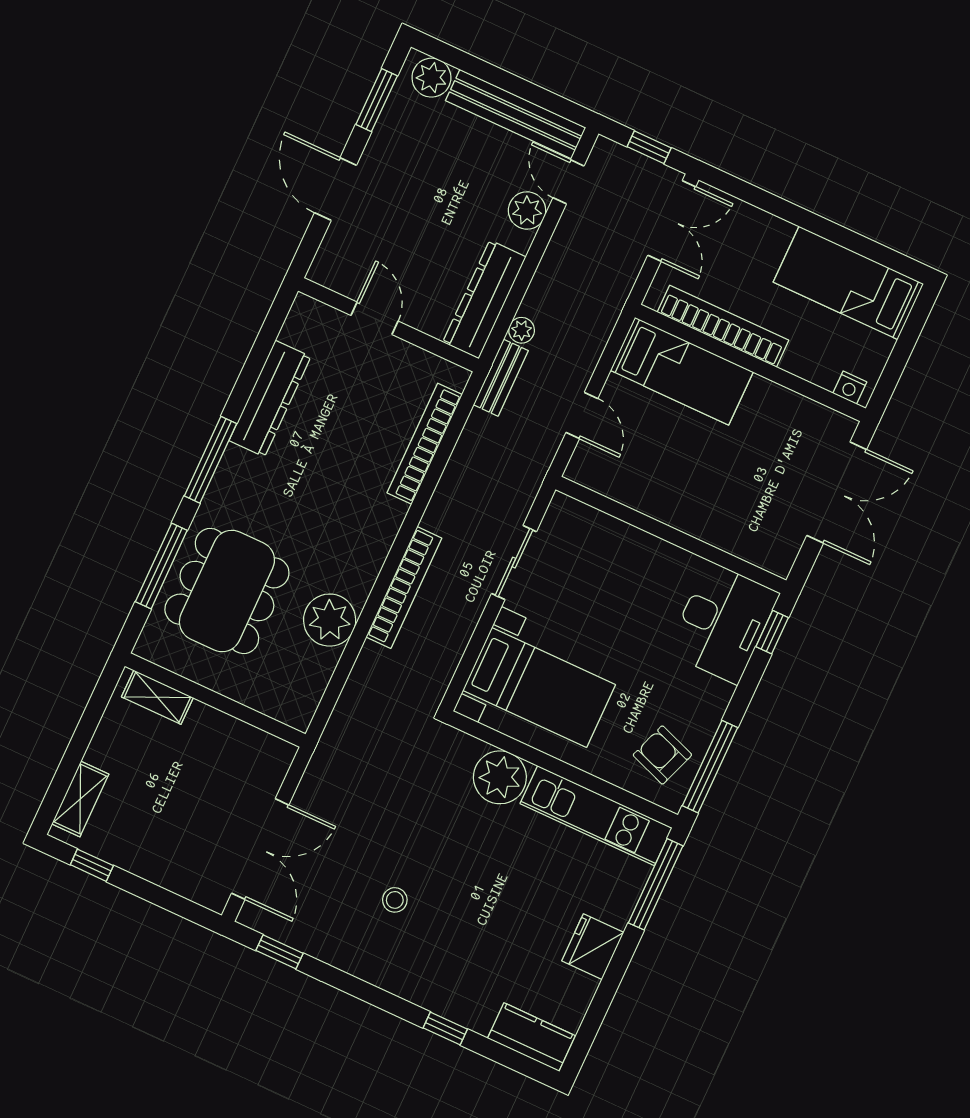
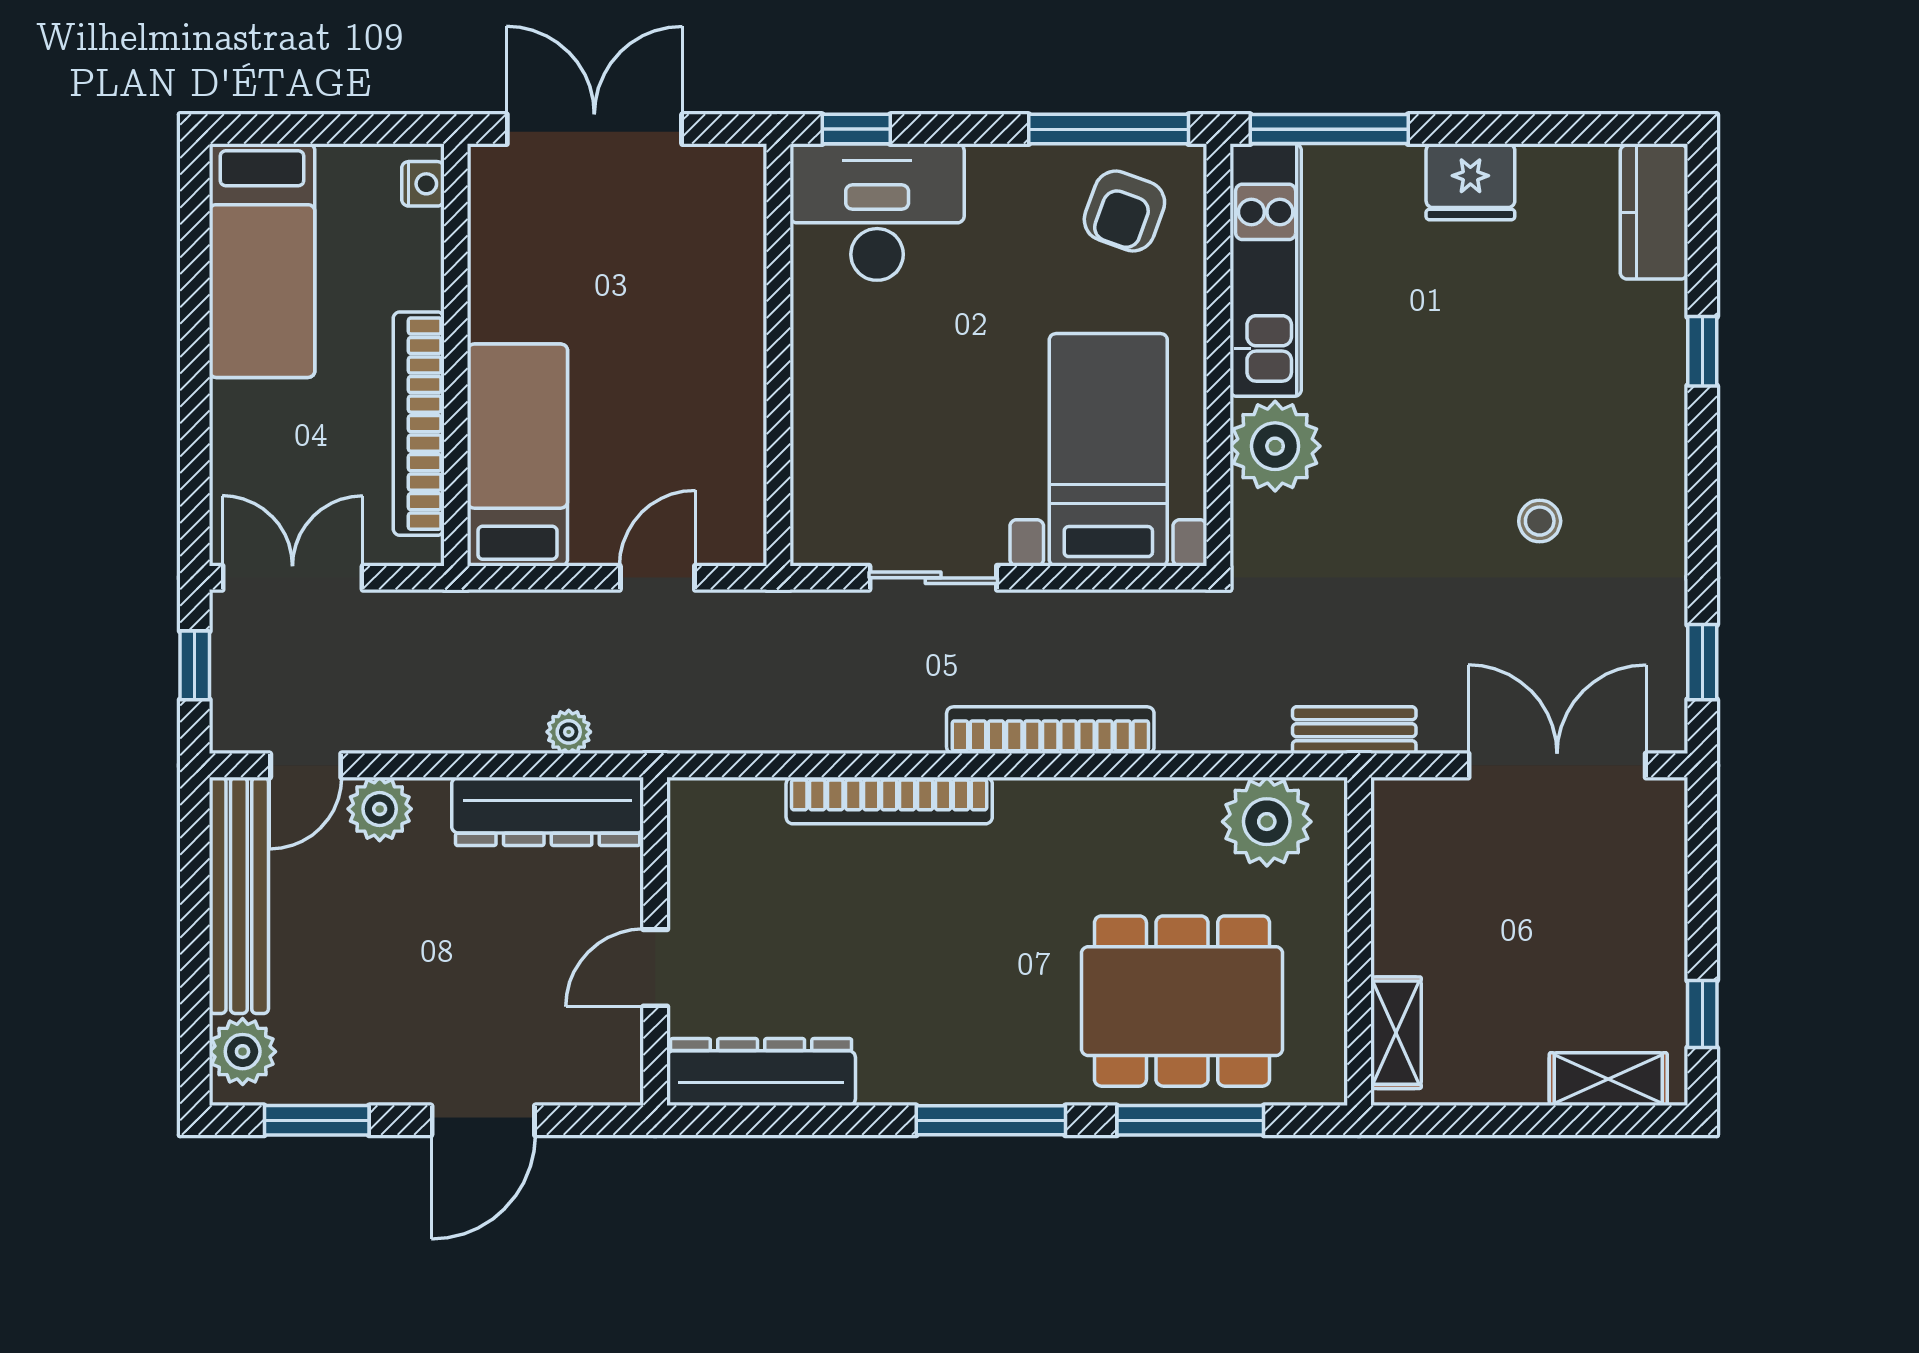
bench: (501, 378) -> (1354, 730), moved
dresser: (270, 399) -> (761, 1072), moved
bookcase: (425, 444) -> (889, 801), moved
plant: (330, 620) -> (1267, 822), moved

